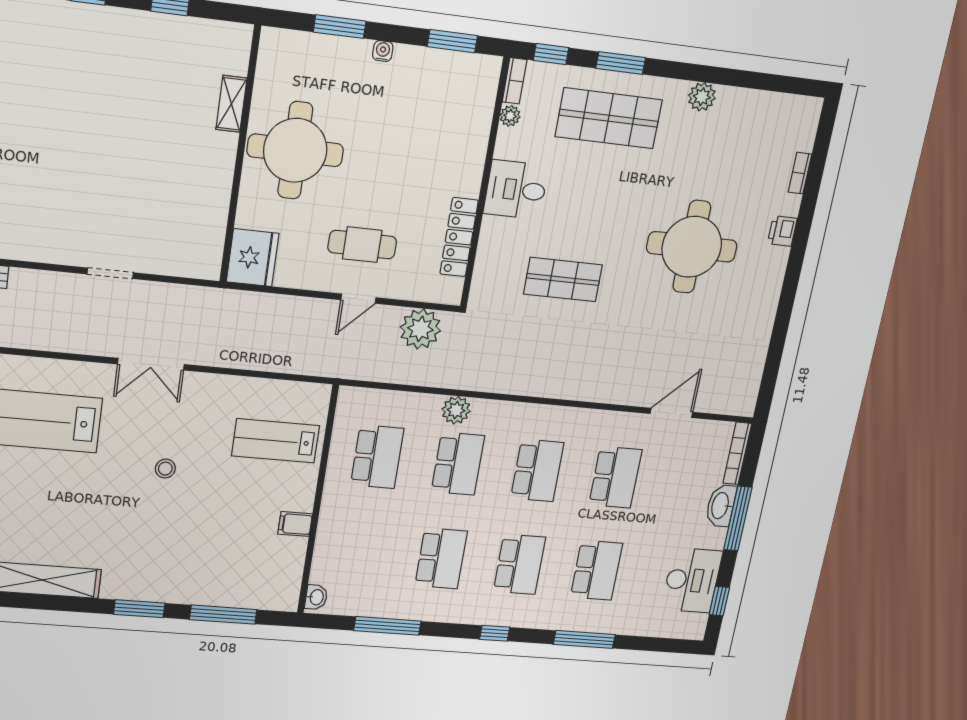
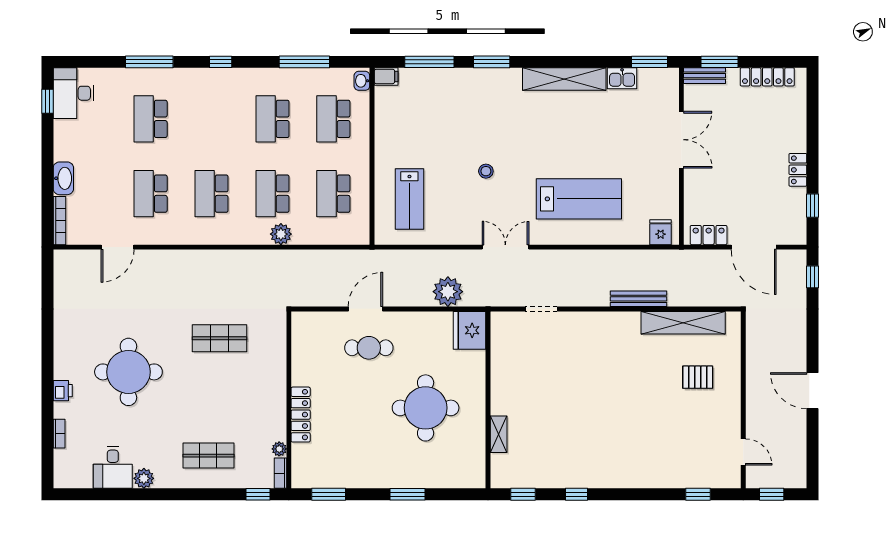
water cooler: (383, 51) -> (376, 482), removed
window: (621, 63) -> (207, 494), removed
shelving: (231, 104) -> (499, 434), moved
shop shelf: (609, 118) -> (208, 456), width x0.70, depth x0.74
wall: (240, 156) -> (488, 400), moved
desk: (516, 190) -> (113, 468), moved, turned 90
locker: (459, 237) -> (301, 415), moved
fridge: (253, 258) -> (470, 330), moved
door: (358, 299) -> (365, 309), width x1.38
plant: (420, 329) -> (448, 292), moved
lab bench: (276, 441) -> (409, 199), turned 90
window: (738, 518) -> (48, 169), removed
filing cabinet: (295, 524) -> (386, 76), moved
school desk: (519, 564) -> (333, 119), moved
desk: (692, 580) -> (73, 93), moved

